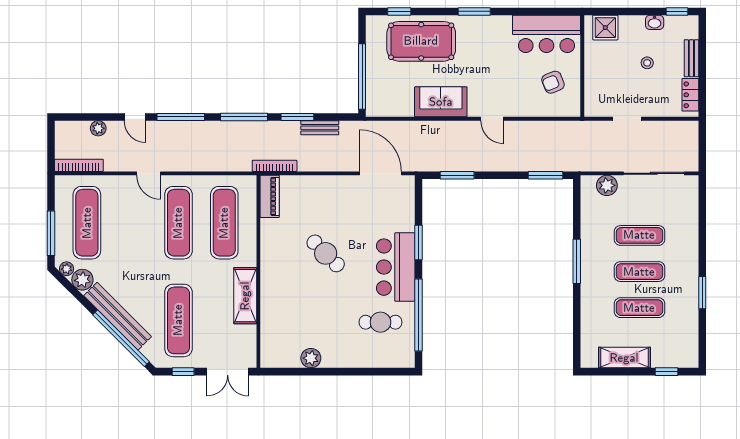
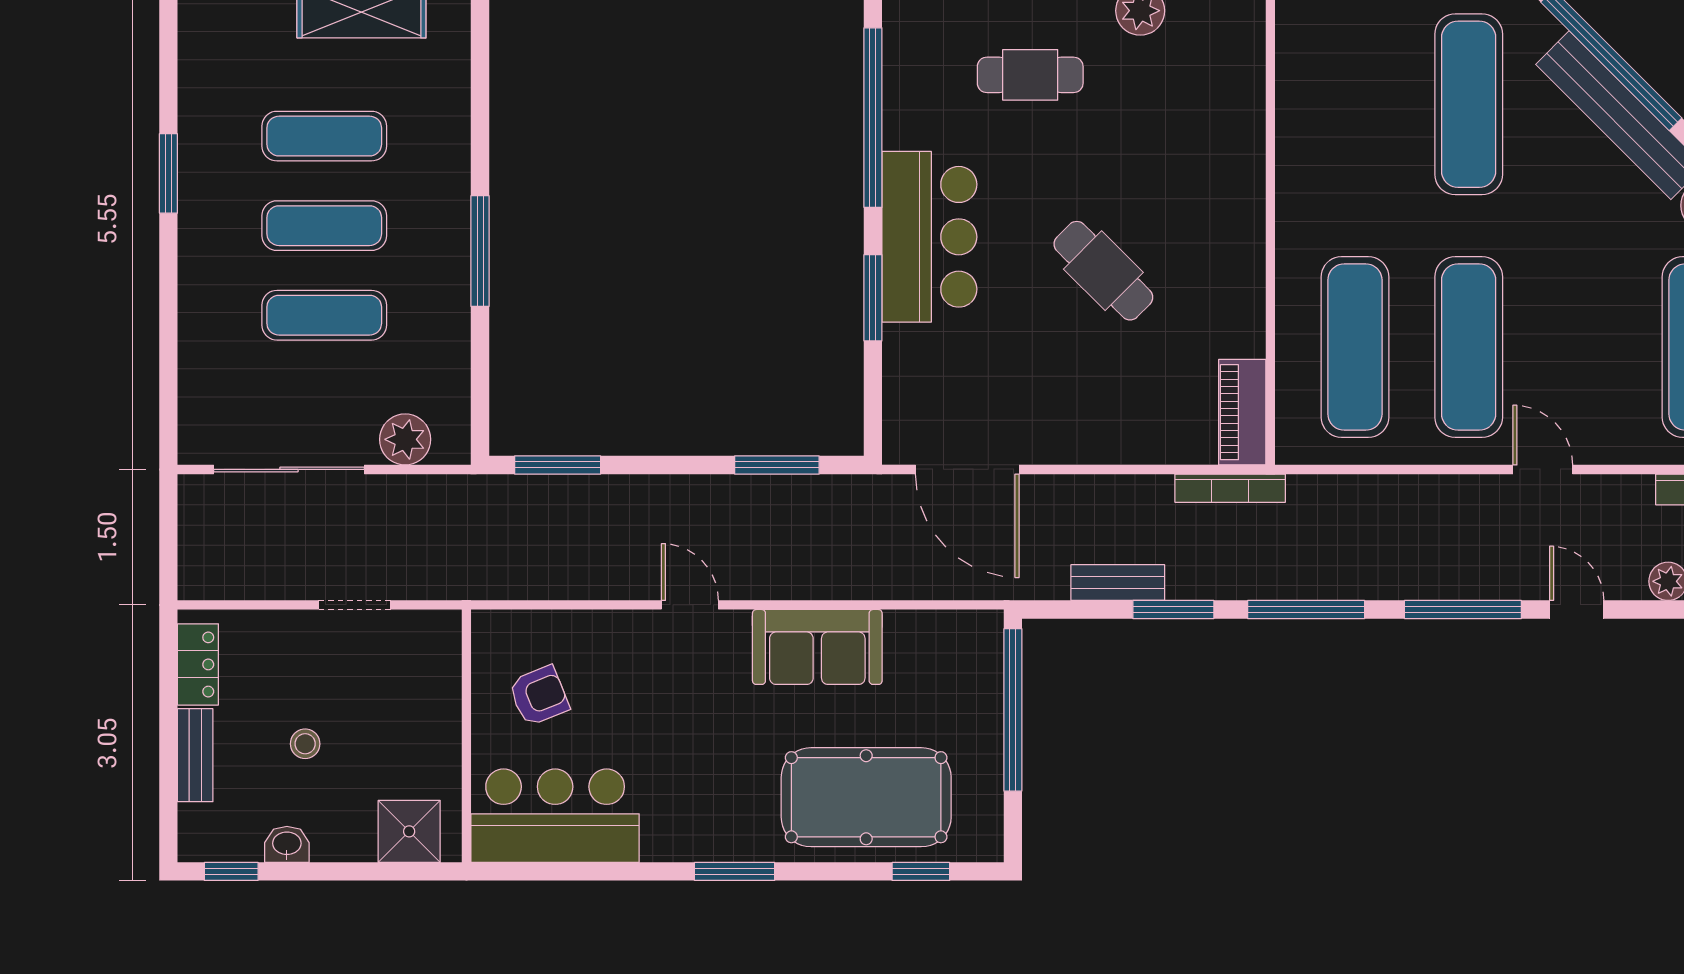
shelving: (245, 296) -> (1303, 166), removed
cafe table: (380, 322) -> (1030, 75), moved

